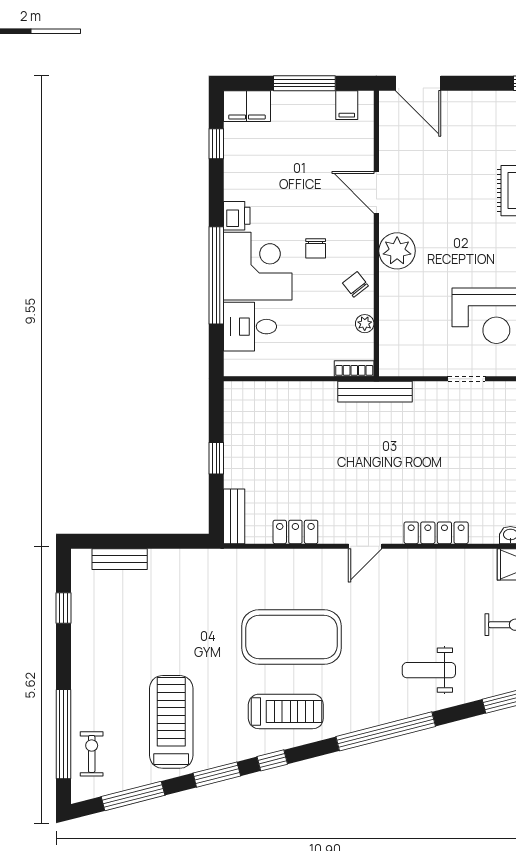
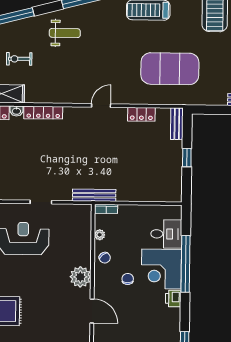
locker: (436, 533) -> (43, 113), moved
exercise mat: (291, 637) -> (170, 69), moved

